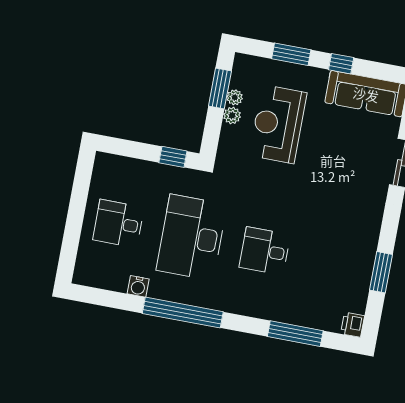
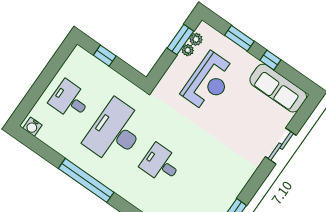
plant: (232, 115) -> (196, 39), moved
reception desk: (278, 124) -> (209, 82), turned 180
window: (173, 157) -> (105, 56), moved
water cooler: (138, 286) -> (32, 127), moved

